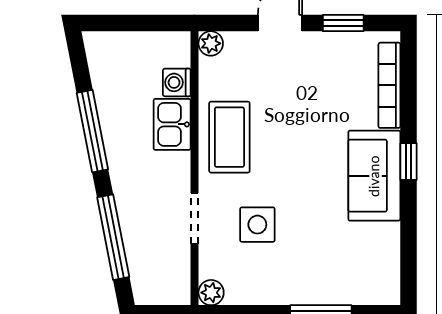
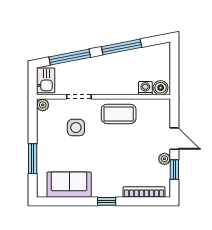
plant: (211, 43) -> (164, 159), moved
boiler: (176, 51) -> (161, 88), added
kitchen sink: (172, 124) -> (46, 80), moved, turned 90
sofa: (374, 176) -> (69, 185), moved

